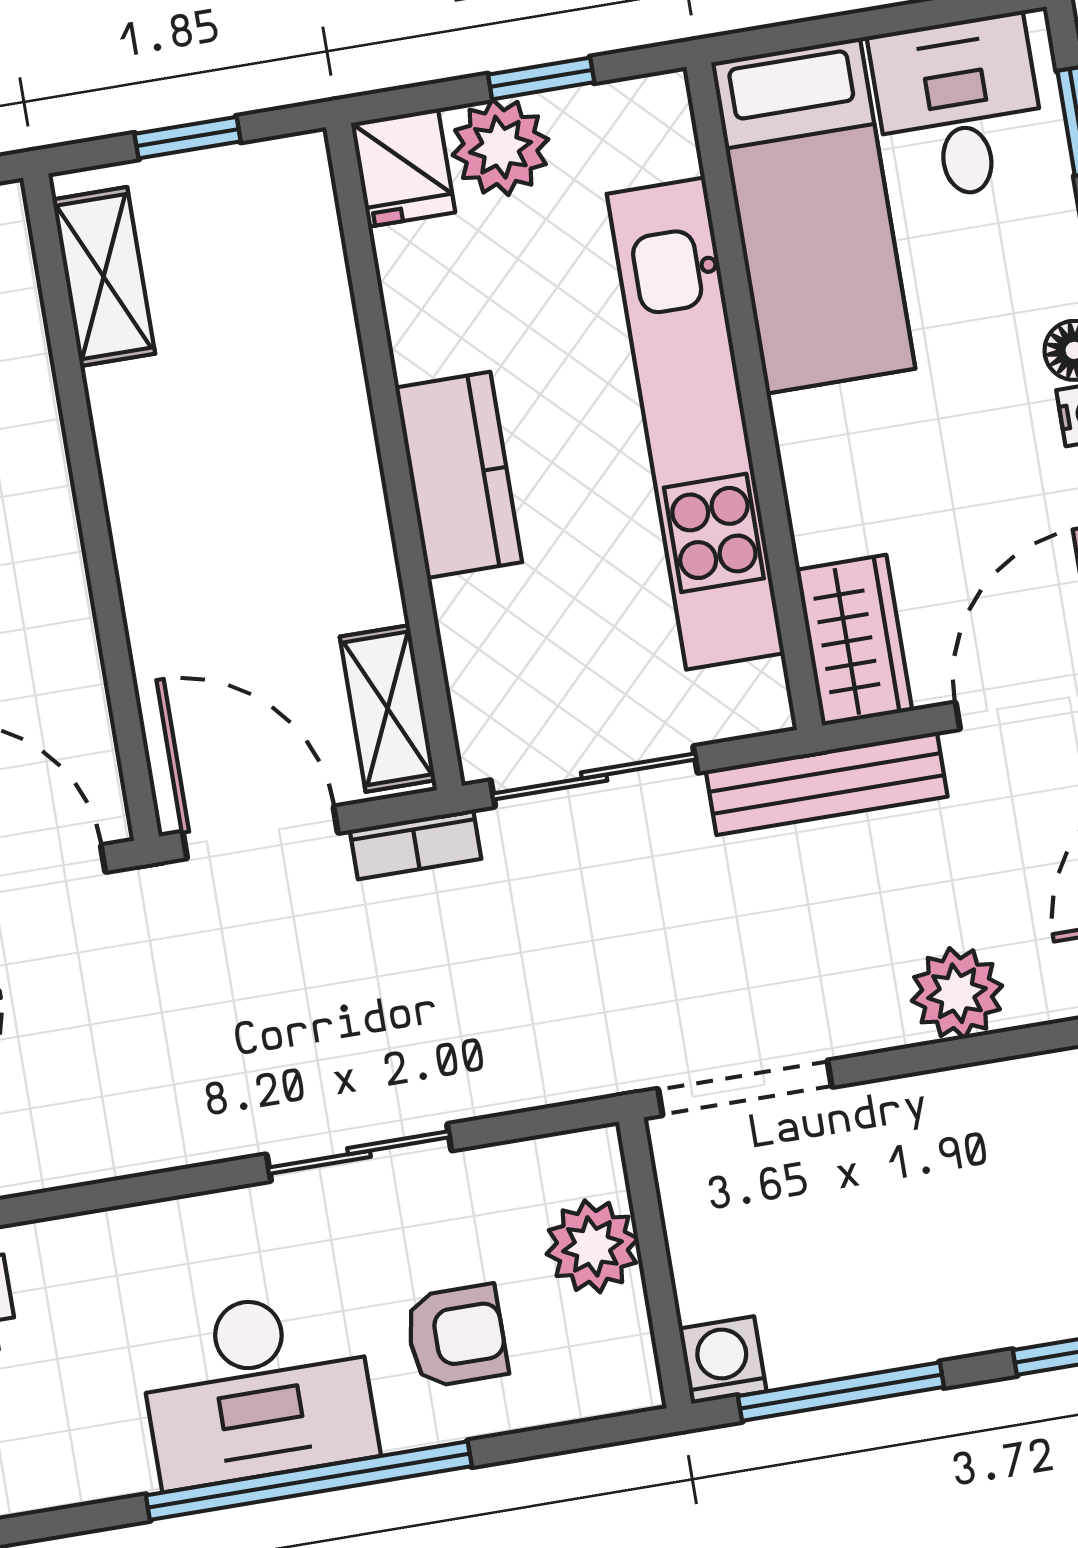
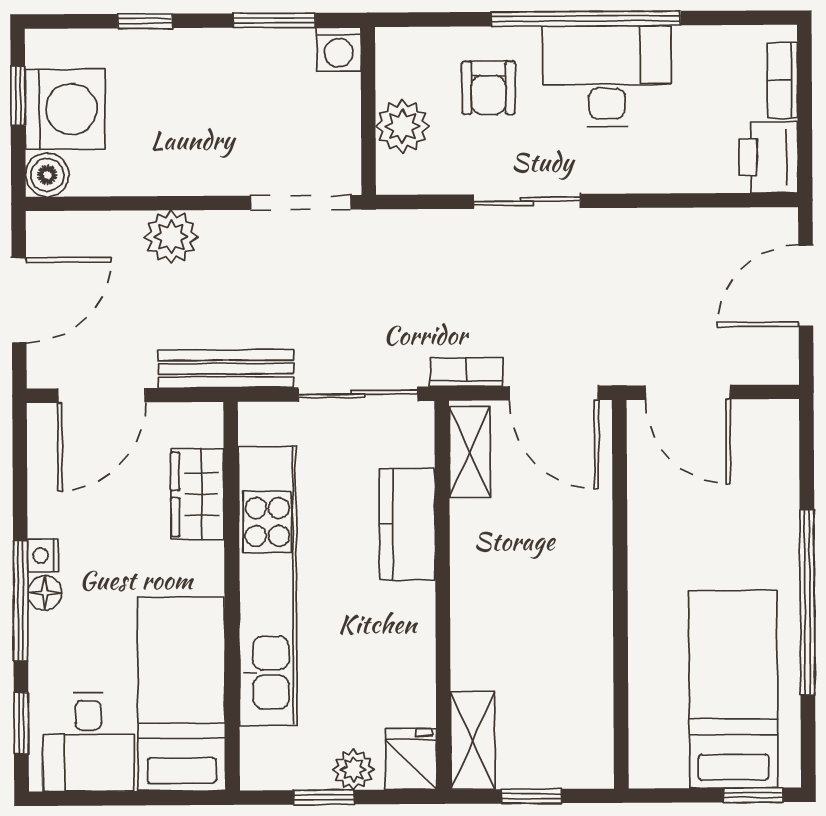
plant: (500, 147) -> (353, 769), width x0.73, depth x0.73
shelving: (104, 277) -> (473, 740), moved
kitchen counter: (459, 475) -> (407, 524), moved
wardrobe: (854, 640) -> (197, 494), moved
armchair: (456, 1336) -> (488, 88), turned -90
window: (841, 1392) -> (274, 20), width x0.69

